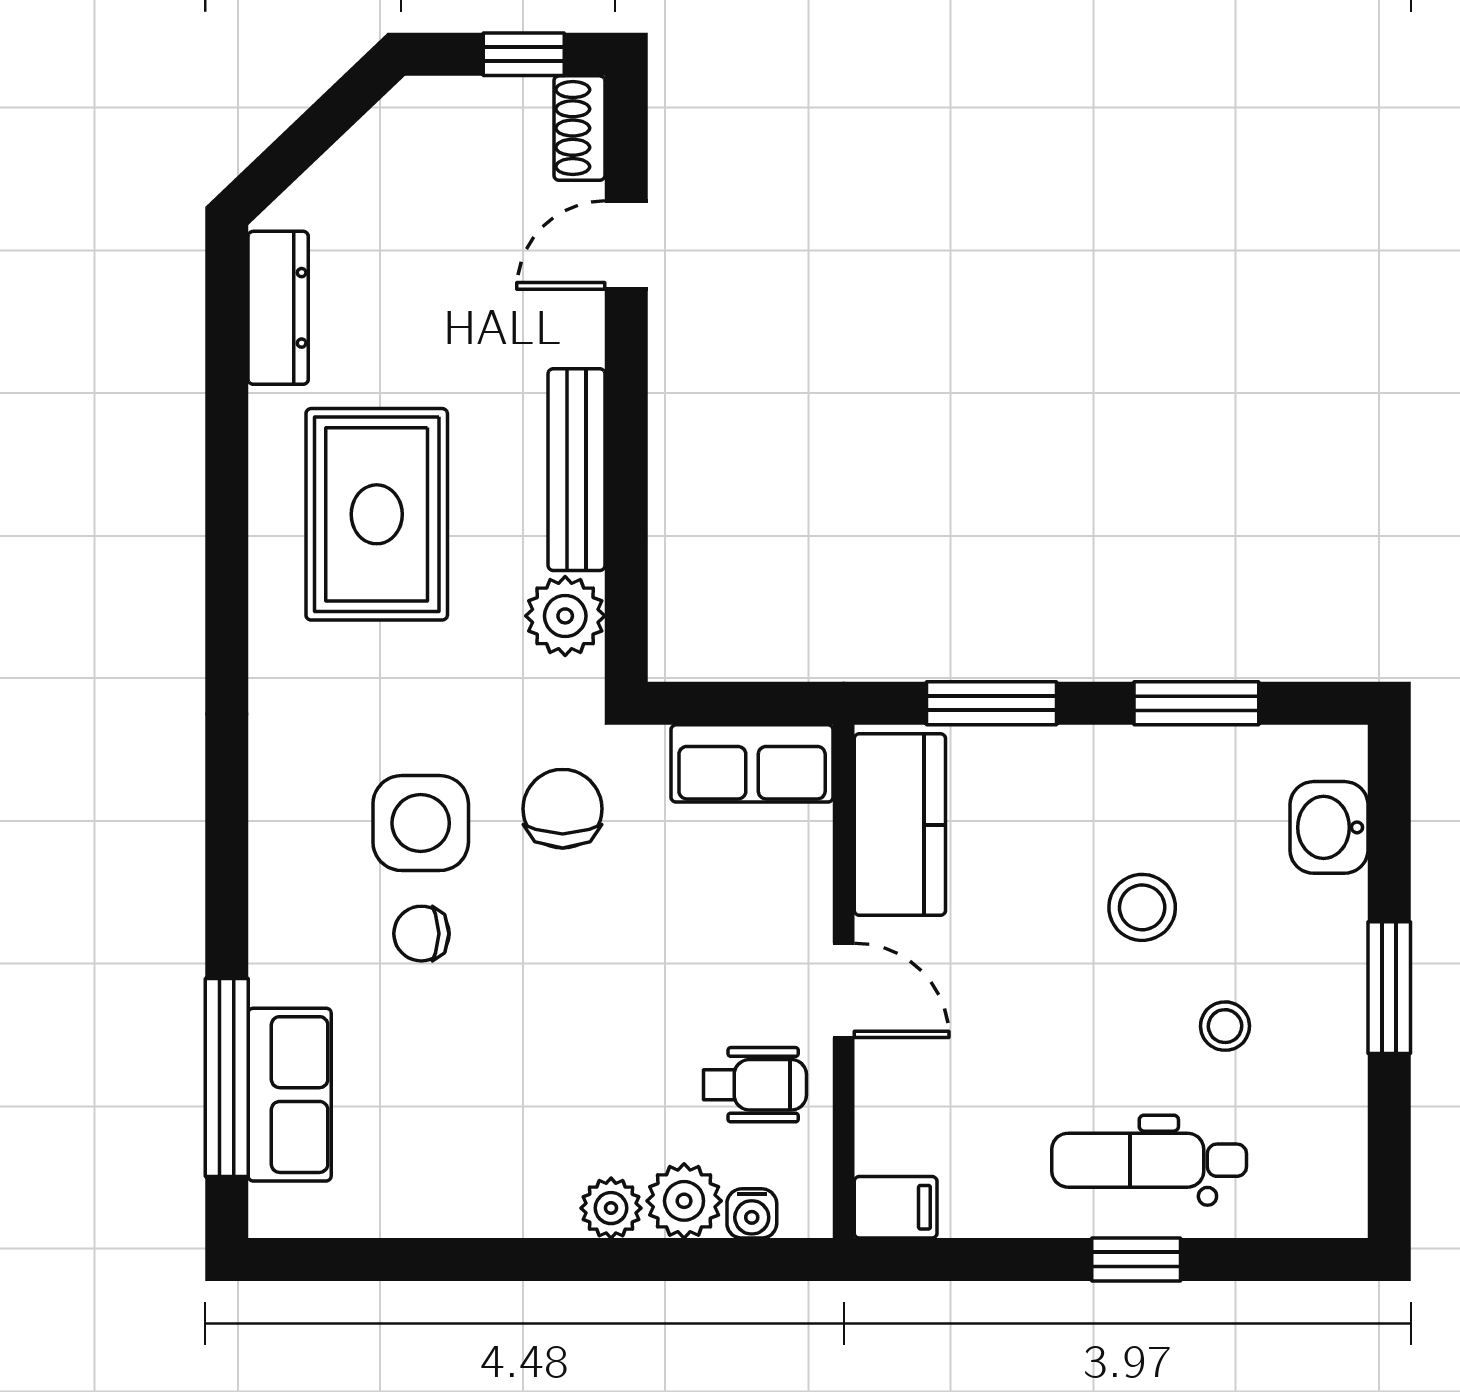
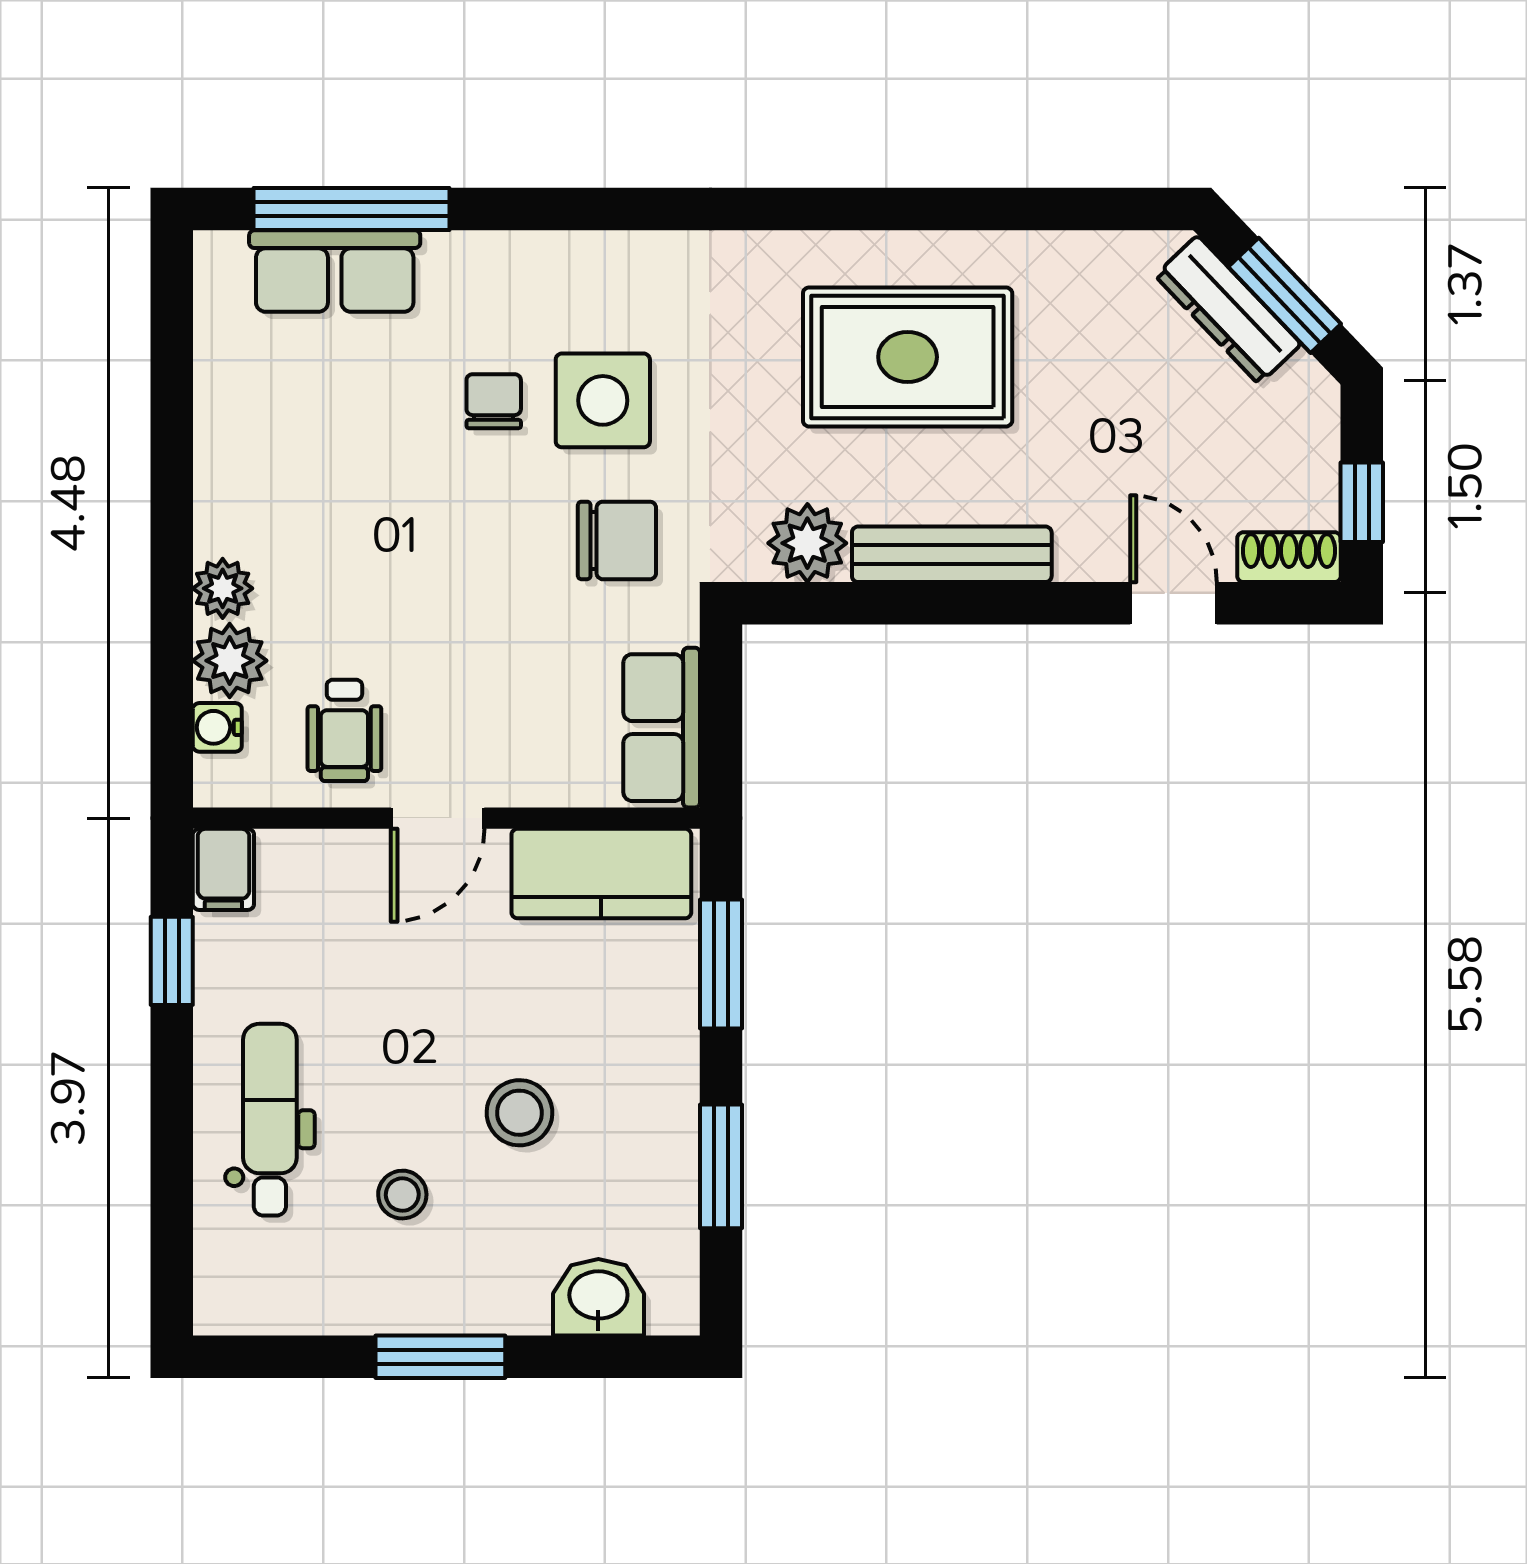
window: (314, 132) -> (1285, 295), added
dresser: (278, 308) -> (1228, 310), moved, turned 46
window: (1136, 1260) -> (172, 961), moved

